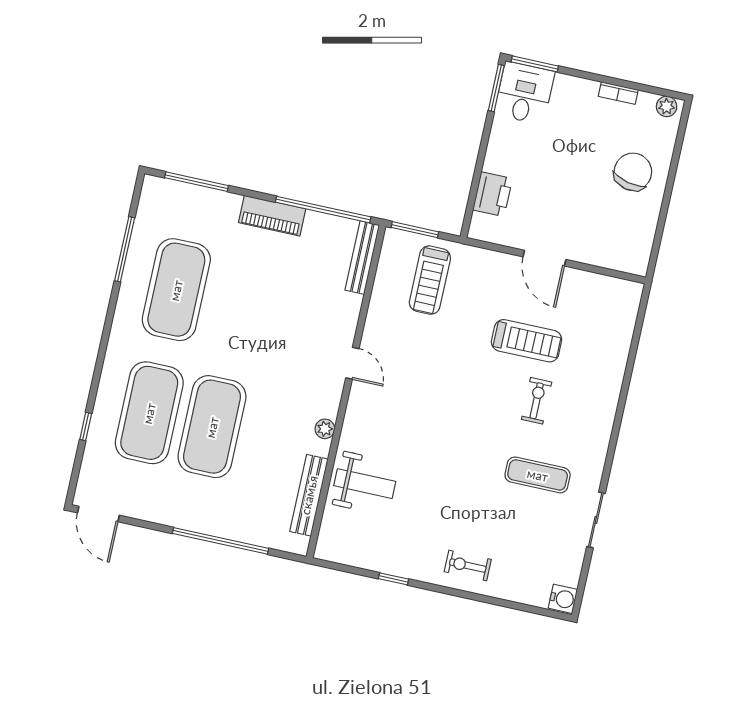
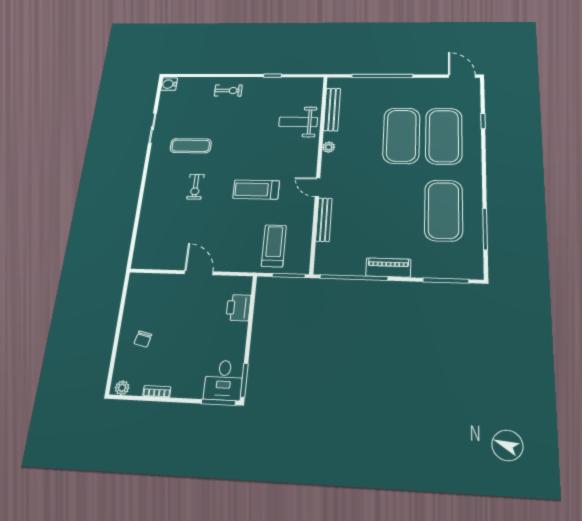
chair: (633, 172) -> (143, 339), width x0.54, depth x0.54
bench: (362, 258) -> (324, 220), moved
treadmill: (527, 341) -> (256, 190), moved

